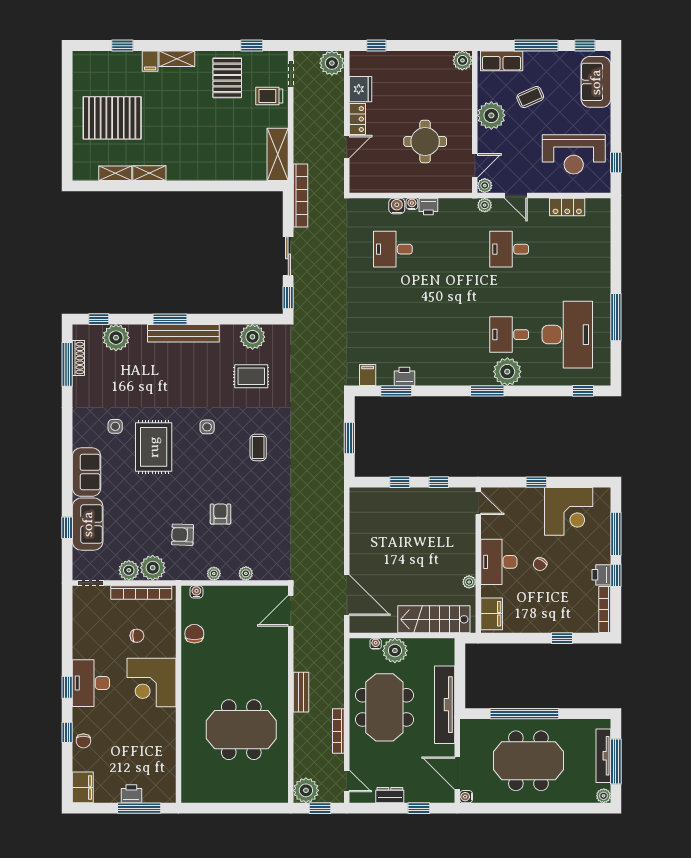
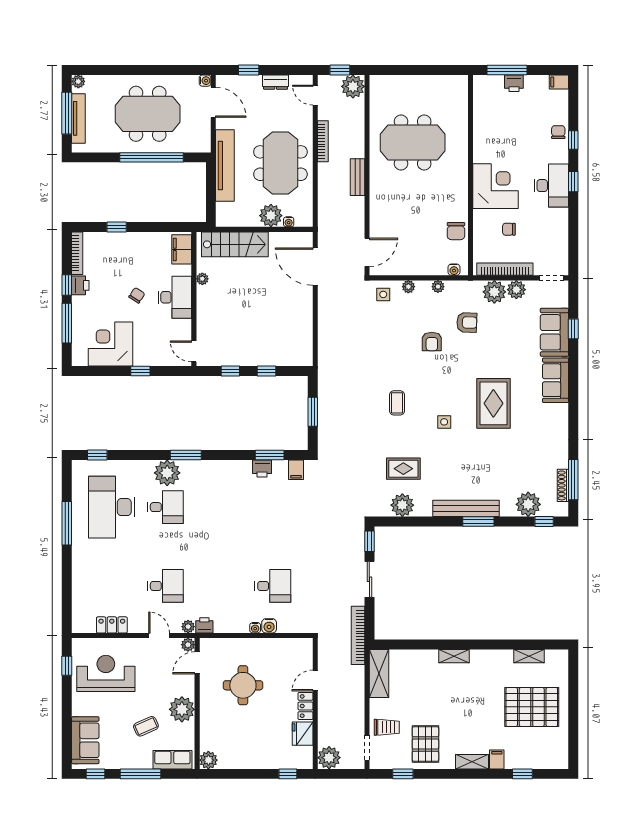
shelving: (149, 173) -> (454, 656), moved
printer: (428, 206) -> (204, 625), moved
side table: (115, 426) -> (383, 294), moved
filing cabinet: (83, 787) -> (559, 82), width x0.50

